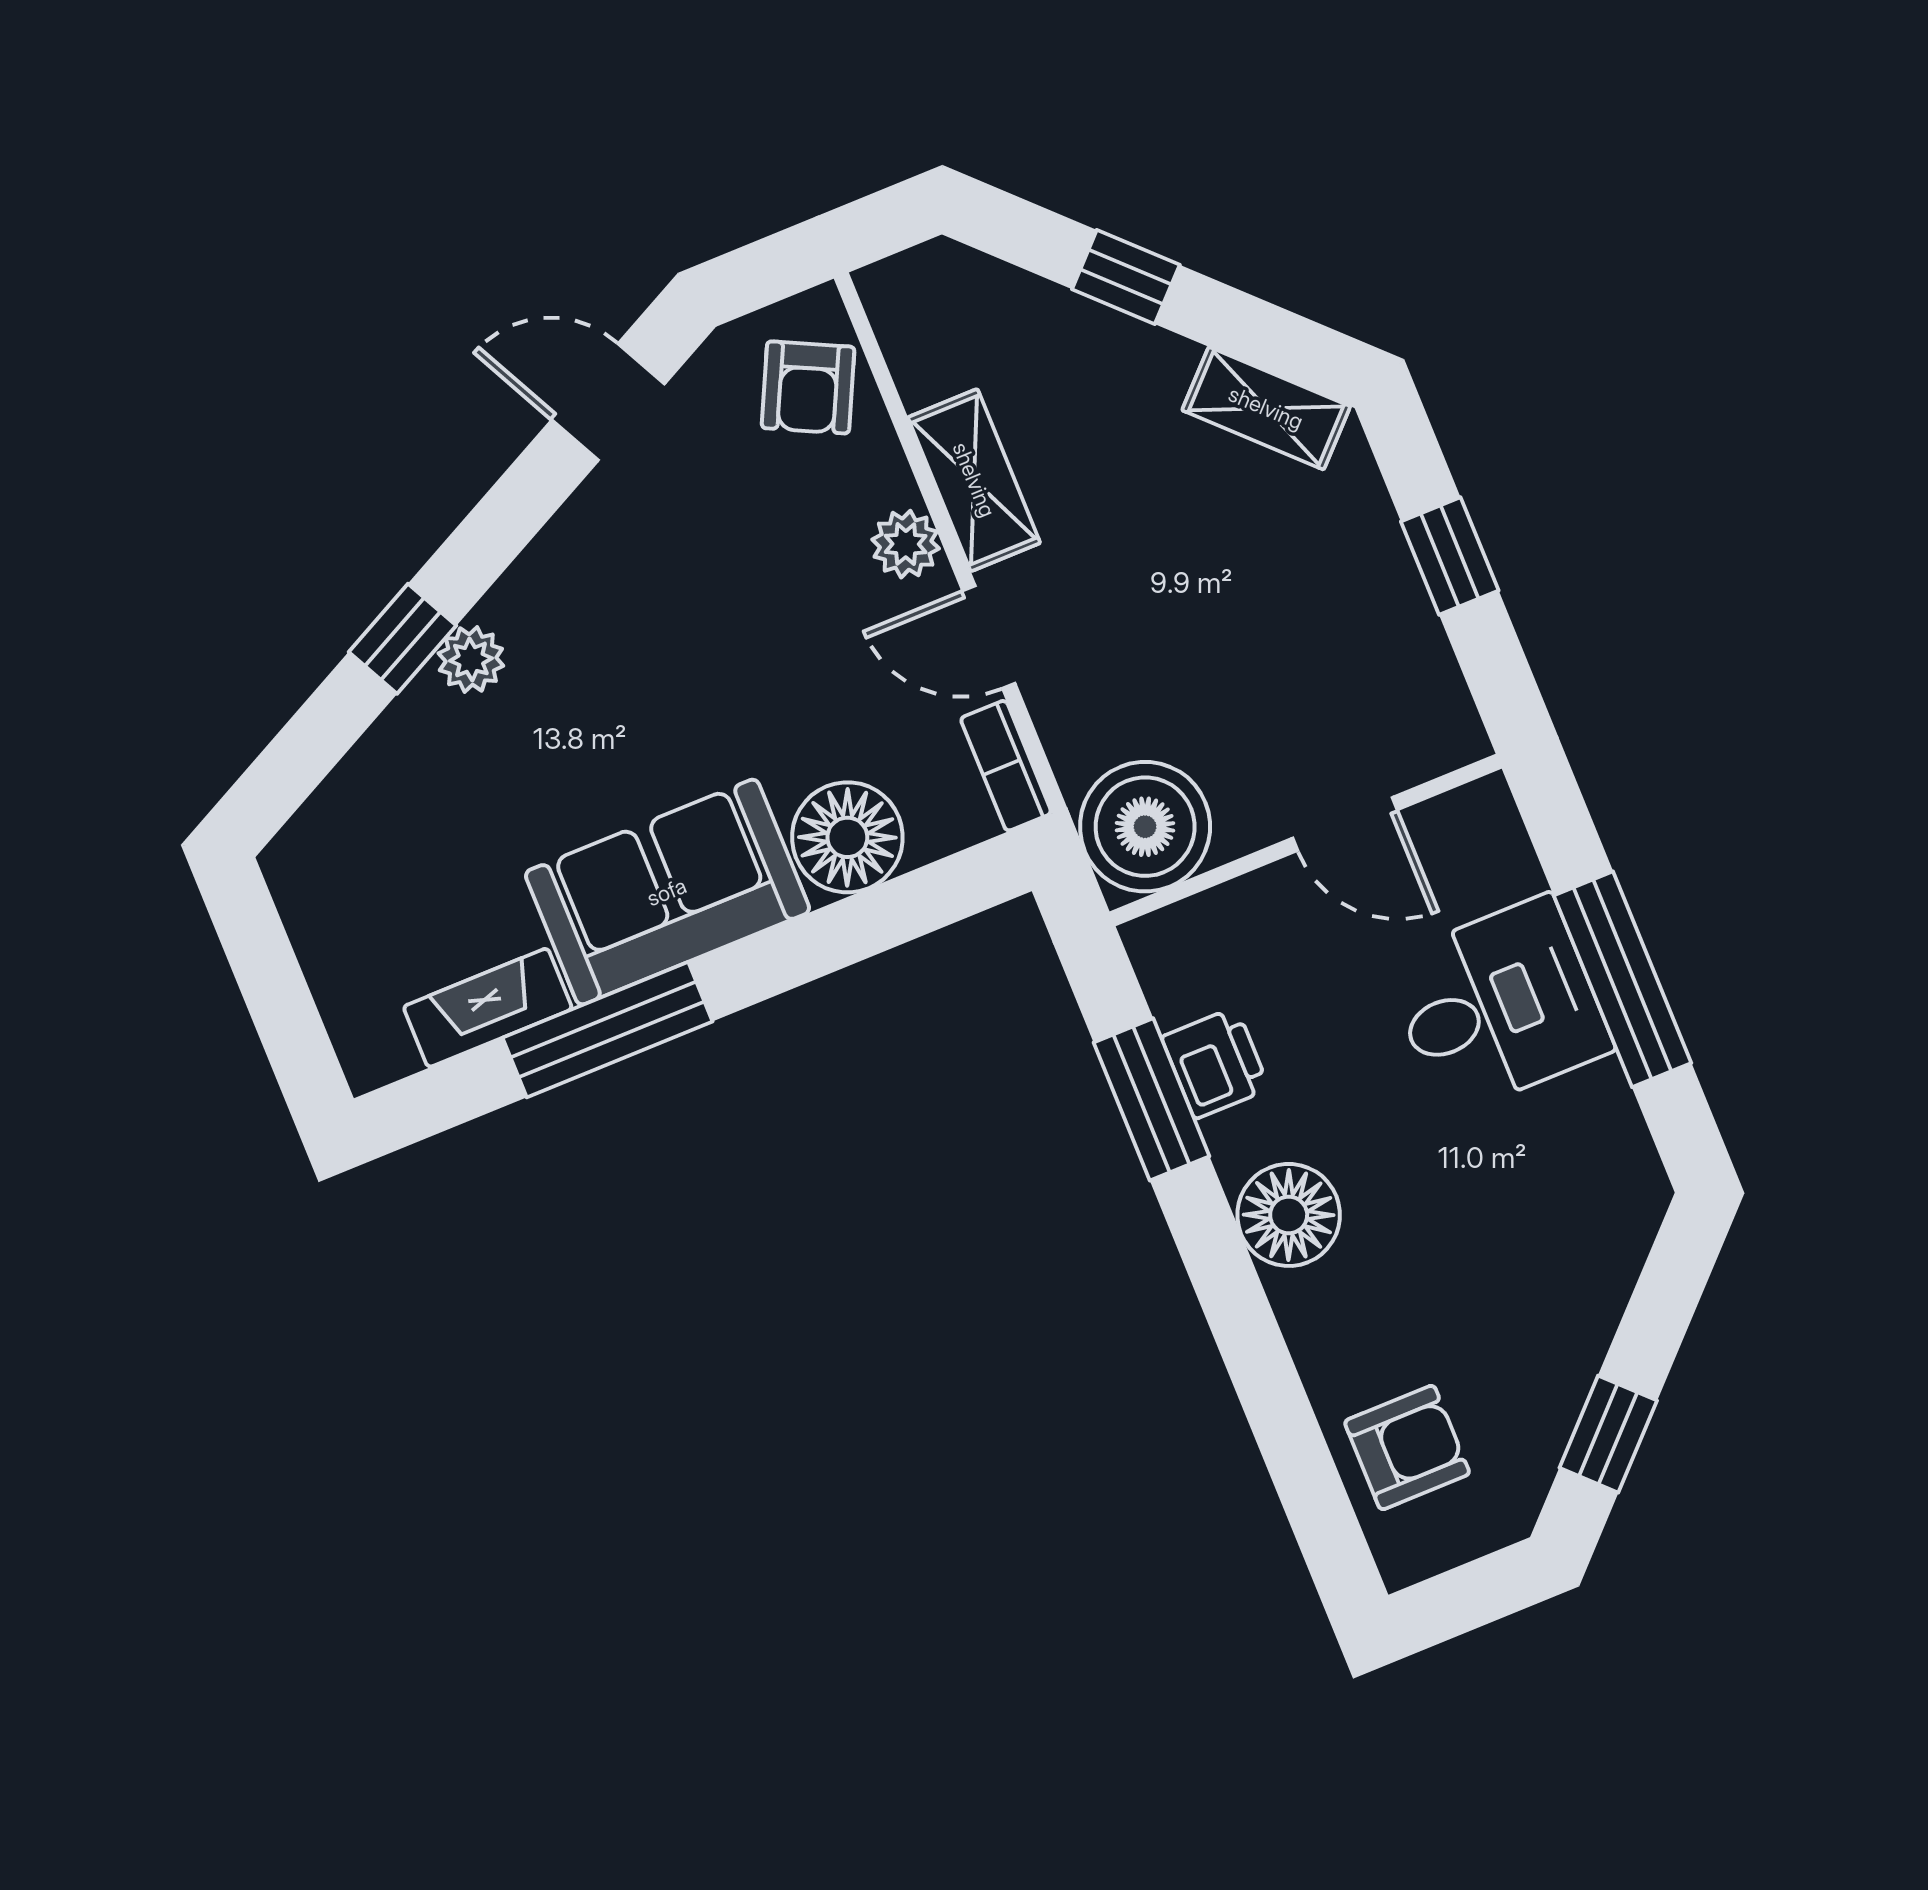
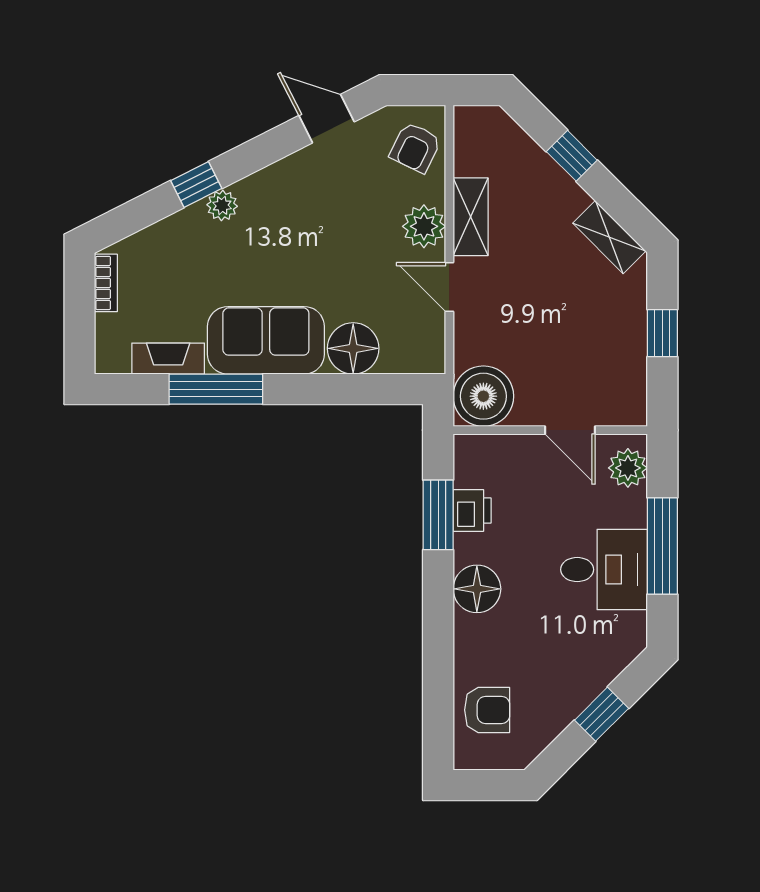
plant: (906, 544) -> (424, 226), width x1.38, depth x1.38
bookcase: (1006, 766) -> (106, 283), moved, turned 180
plant: (1491, 852) -> (628, 468), added
desk: (1498, 1006) -> (604, 570), moved
window: (1608, 1434) -> (602, 714), moved

